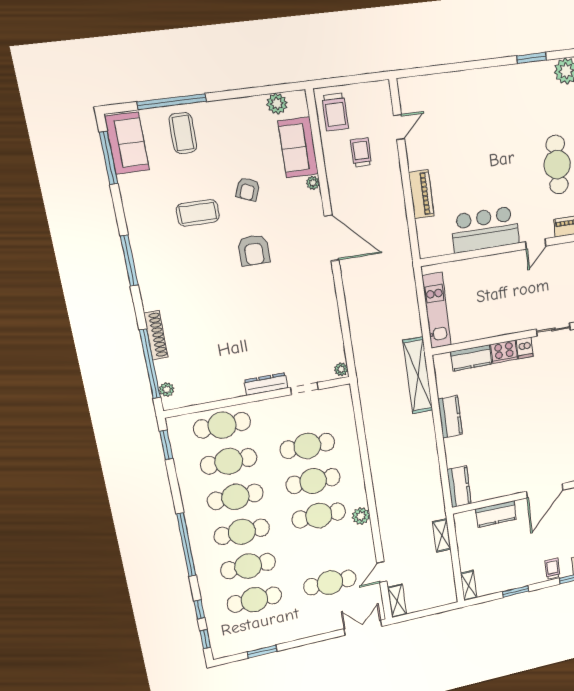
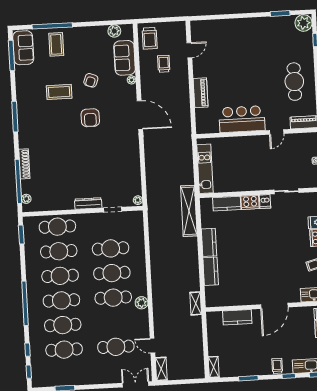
kitchen counter: (459, 487) -> (211, 271), moved
shelving: (442, 535) -> (196, 303), moved
door: (382, 572) -> (152, 346), hinge flipped

